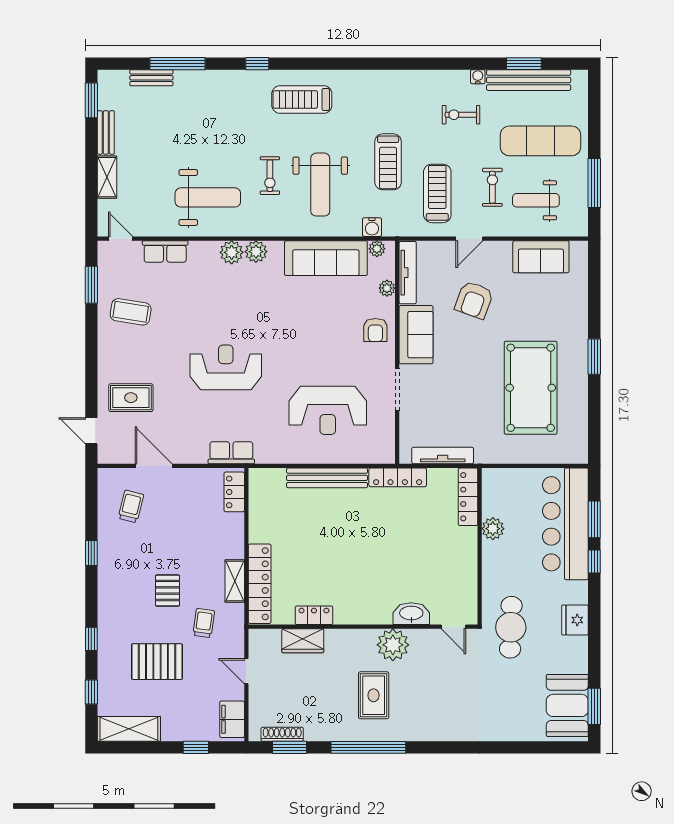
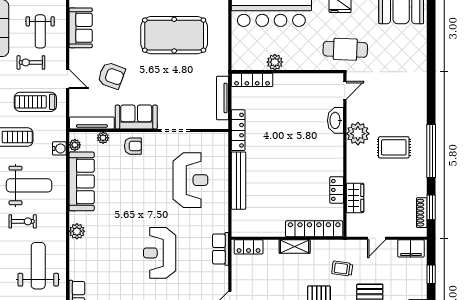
plant: (232, 252) -> (77, 249), removed
shelving: (235, 581) -> (295, 247), moved

